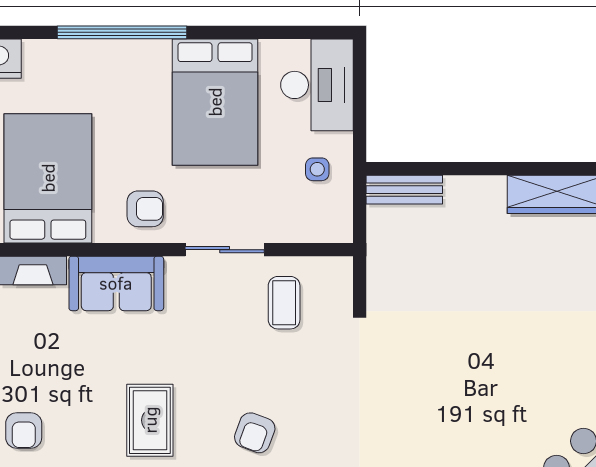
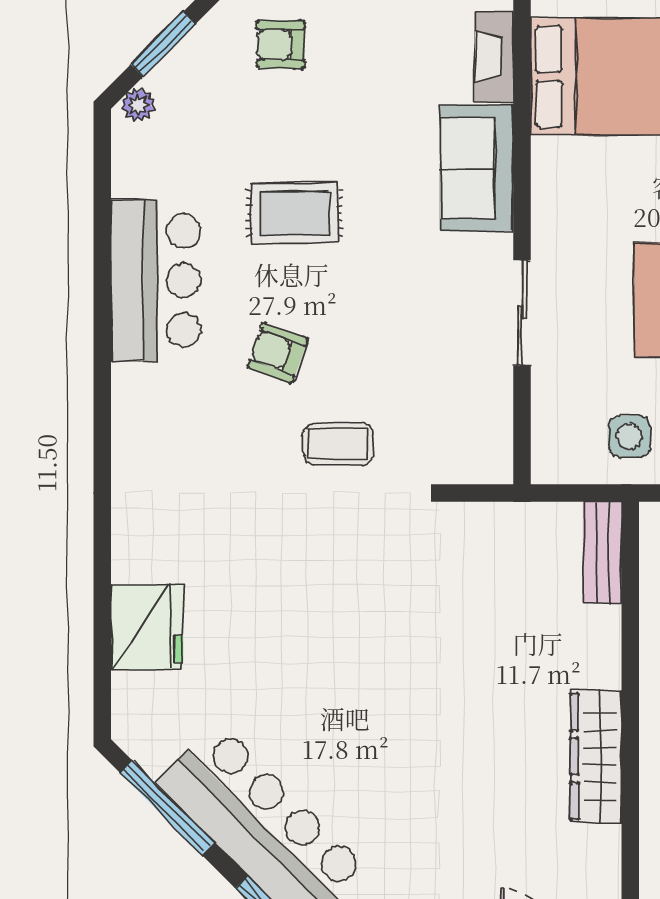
side table: (317, 169) -> (629, 436), width x1.37, depth x1.37
armchair: (145, 209) -> (577, 207), removed
coffee table: (284, 303) -> (338, 444), moved

